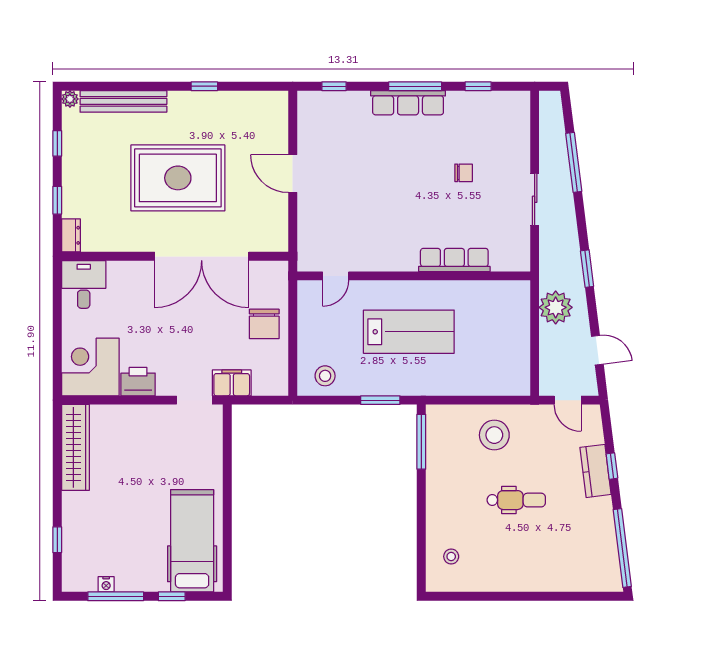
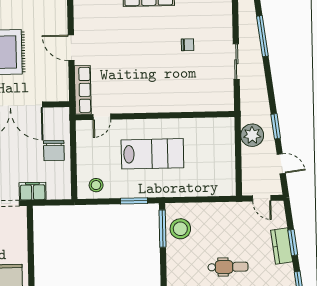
row of seats: (454, 260) -> (83, 90), moved, turned 90
window: (587, 269) -> (276, 126), moved
stool: (494, 435) -> (180, 229), moved
window: (612, 466) -> (293, 242), width x1.50

